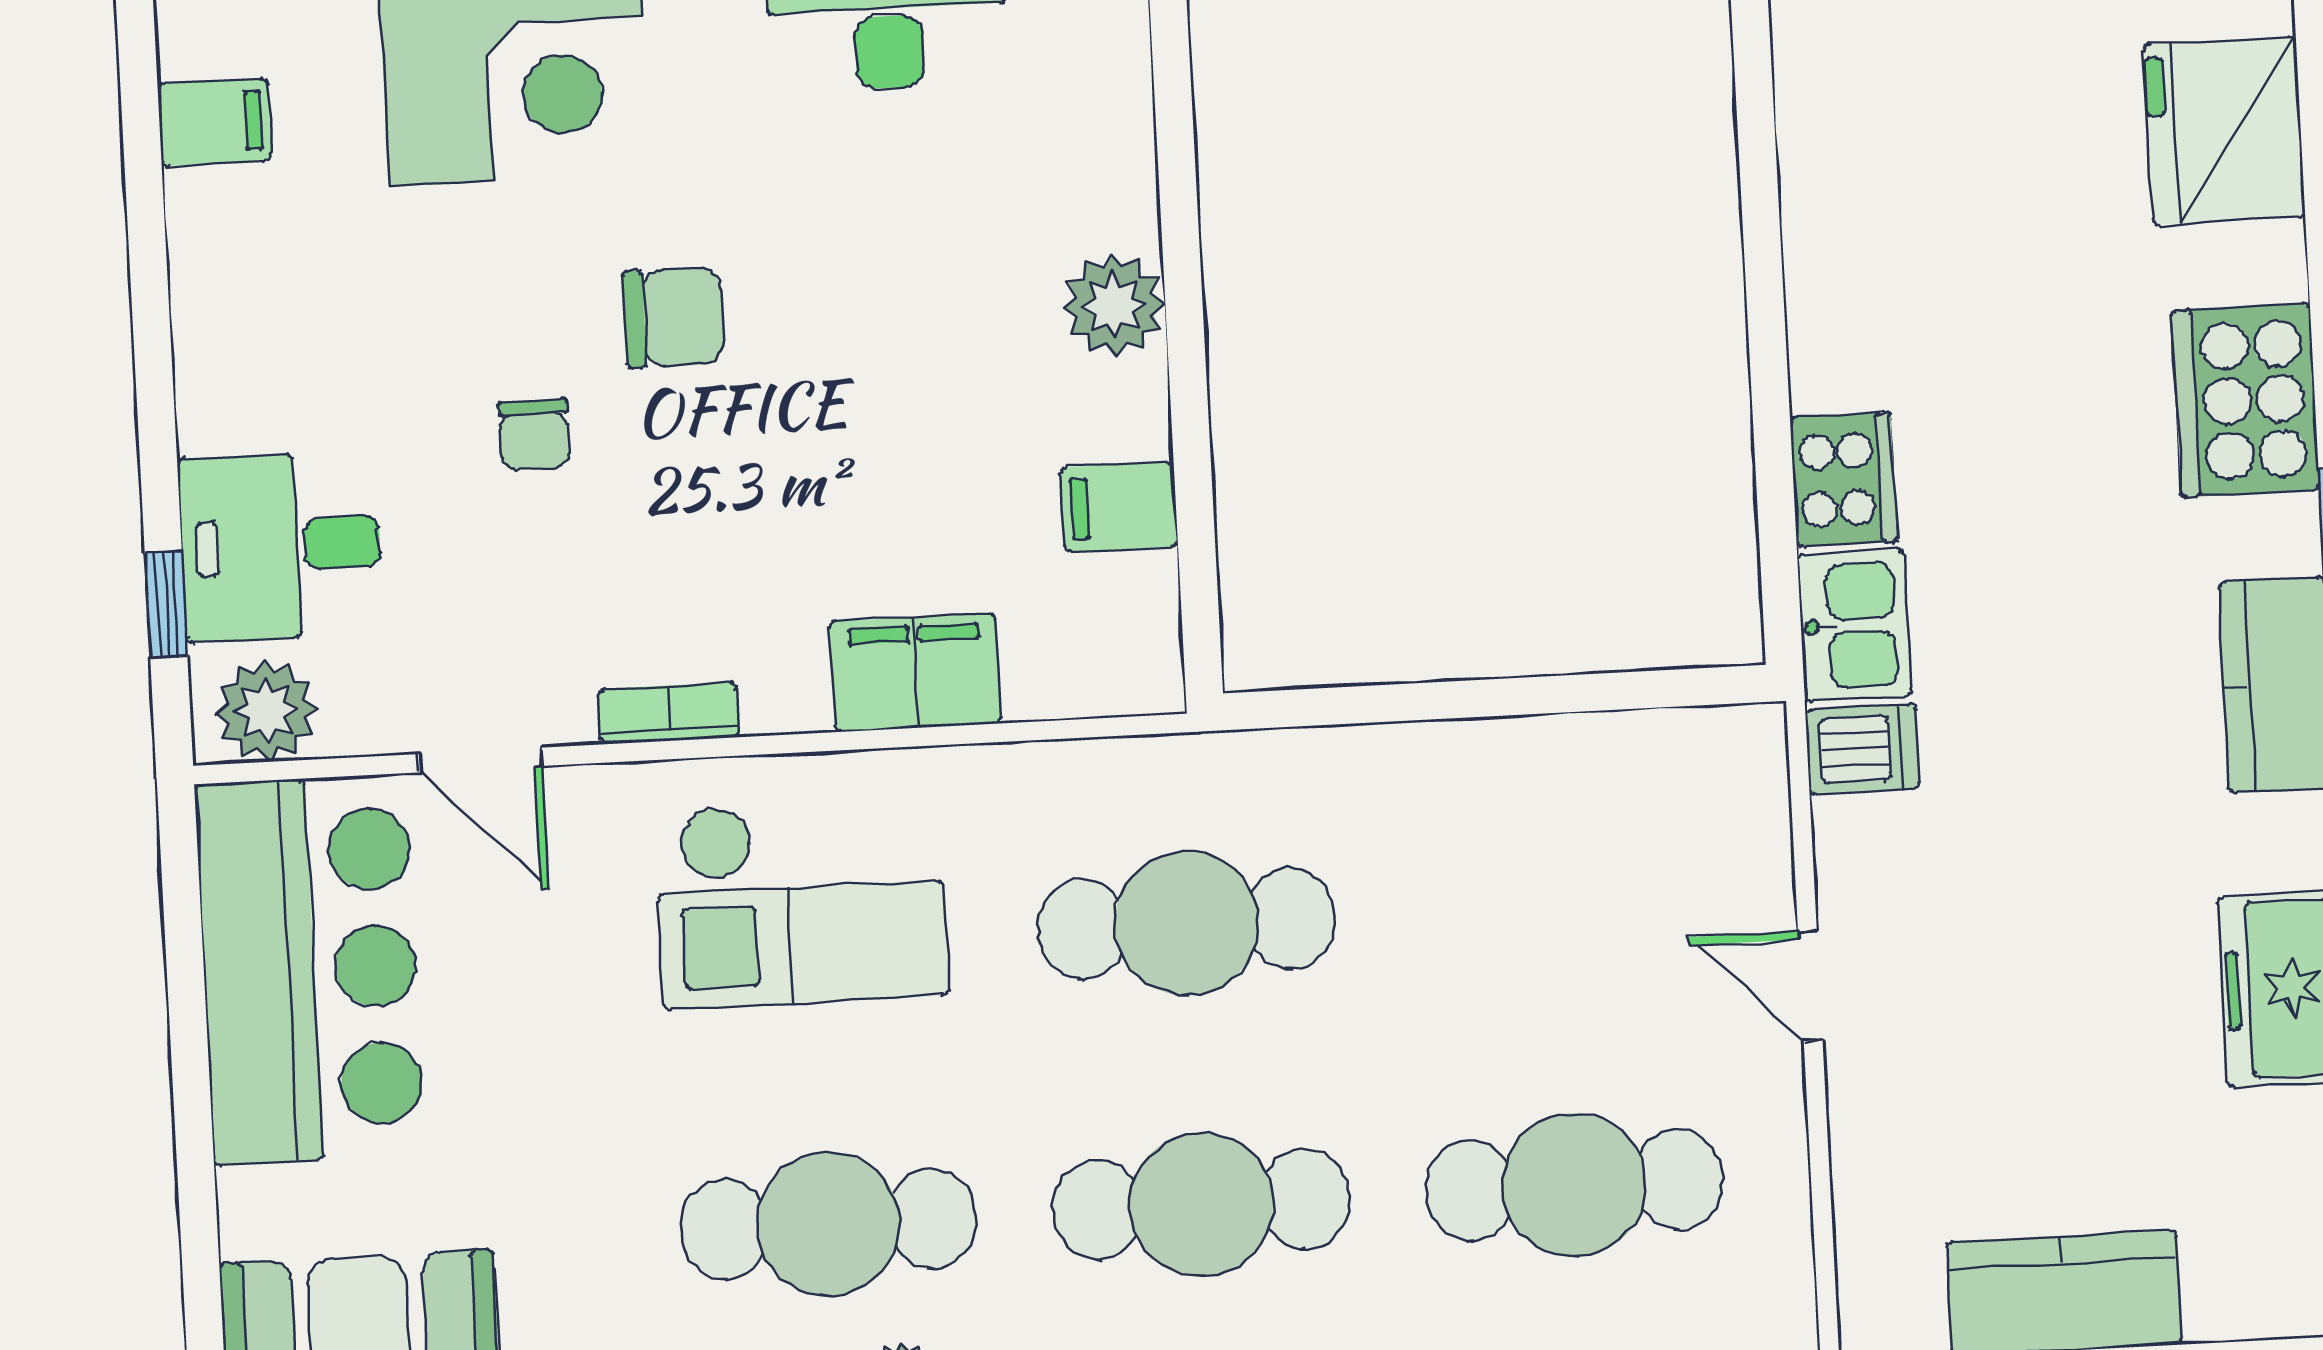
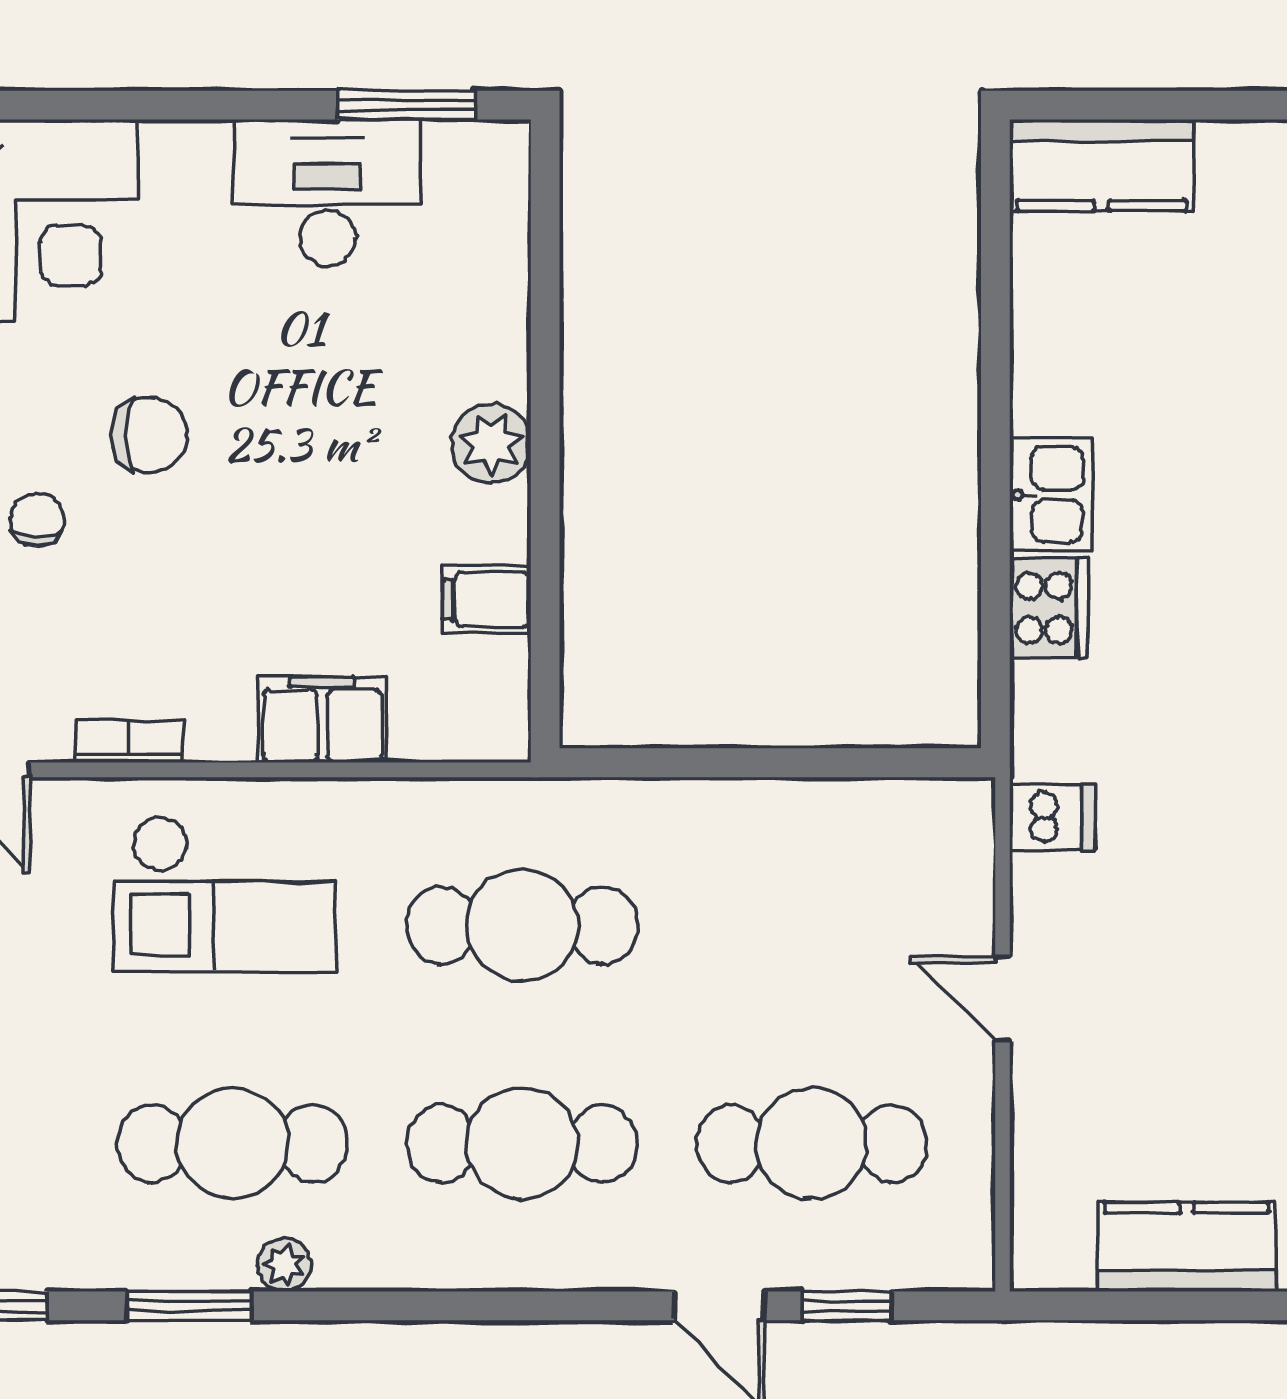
chair: (534, 435) -> (37, 520), turned 180
kitchen sink: (1854, 625) -> (1051, 495), moved

